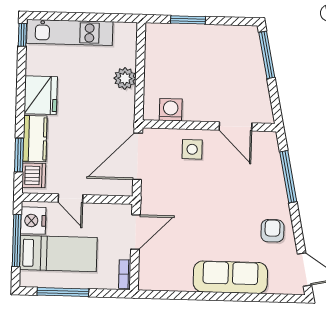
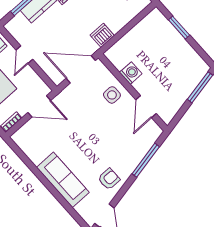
plant: (125, 78) -> (116, 23), removed
washing machine: (171, 110) -> (131, 73), moved
dishwasher: (34, 175) -> (102, 35), moved, turned 180

